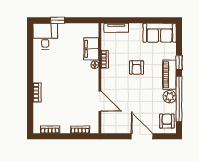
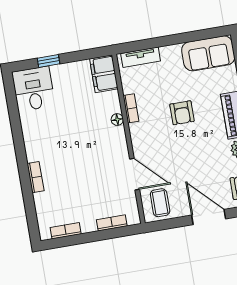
filing cabinet: (91, 49) -> (104, 74), moved
coffee table: (113, 122) -> (160, 203), added

